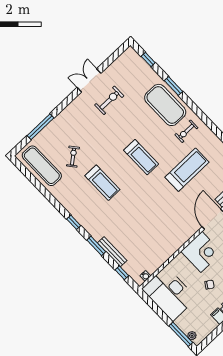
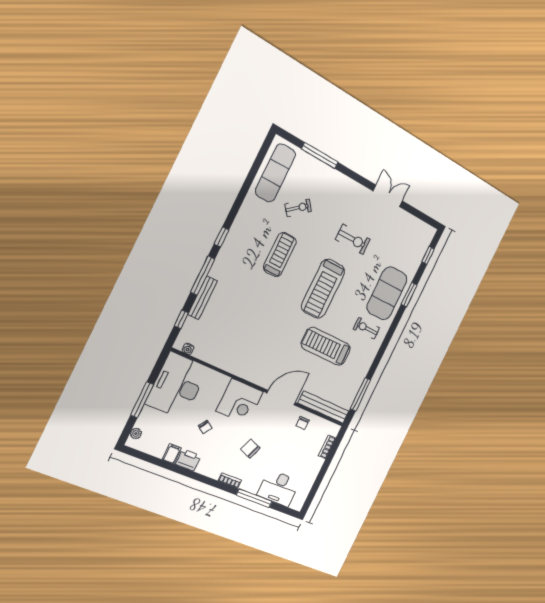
exercise bike: (109, 100) -> (353, 239), moved
treadmill: (141, 157) -> (323, 289), width x1.37, depth x1.37
treadmill: (187, 170) -> (326, 346), turned 180
treadmill: (102, 183) -> (280, 255), turned 180
window: (96, 246) -> (203, 276), width x1.44
window: (181, 334) -> (142, 400), moved

